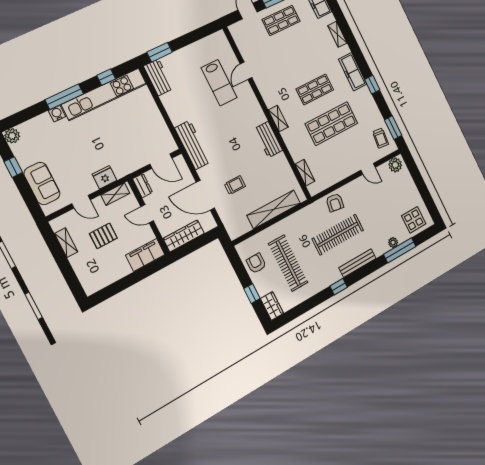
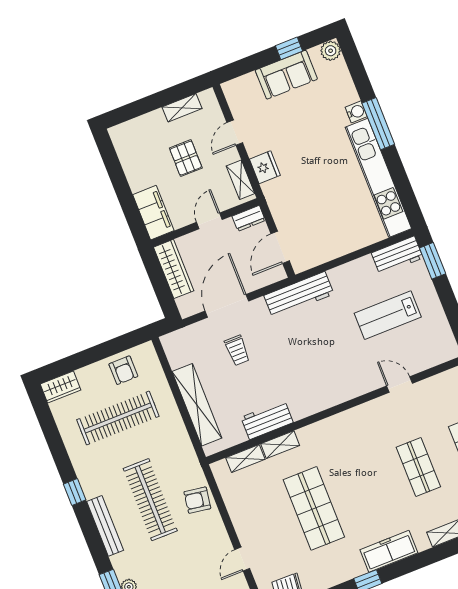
window: (106, 77) -> (402, 183), removed
lab bench: (219, 83) -> (388, 315), moved
shop shelf: (315, 89) -> (418, 467), moved
shelving: (278, 119) -> (280, 445), moved
workbench: (268, 140) -> (267, 420), moved
sofa: (42, 184) -> (286, 75), moved
armchair: (256, 263) -> (123, 370), turned 90
window: (252, 294) -> (82, 359), removed

